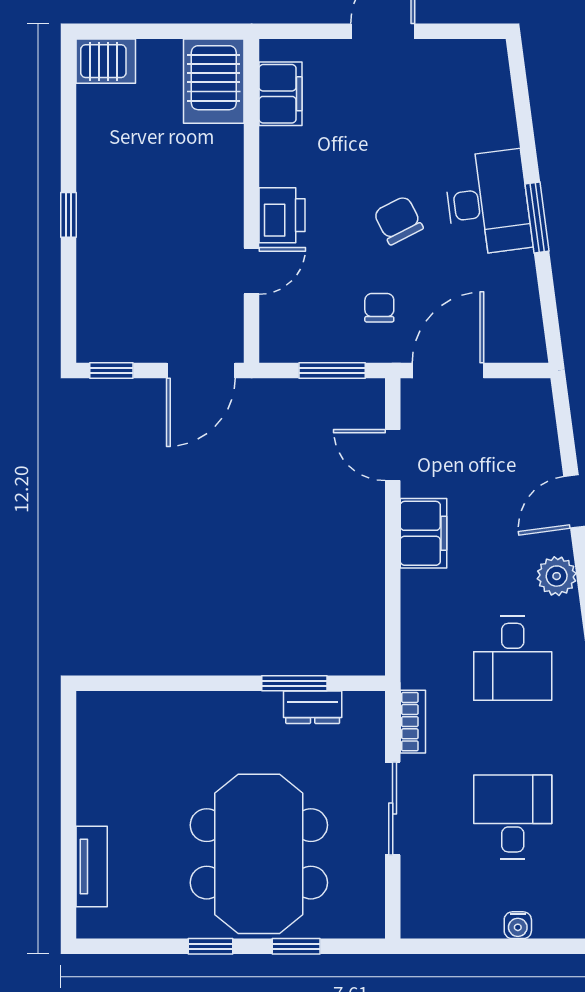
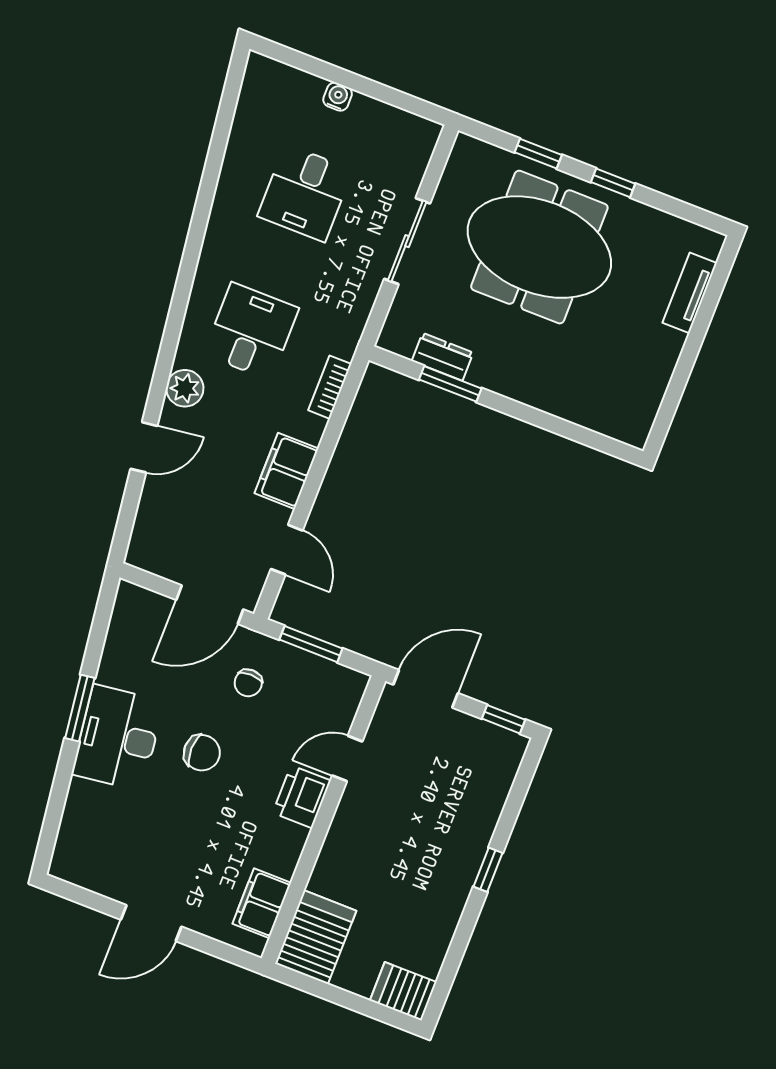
chair: (398, 220) -> (202, 753), turned -63
bookcase: (413, 722) -> (330, 387), moved
meeting table: (259, 854) -> (539, 247), turned 90

